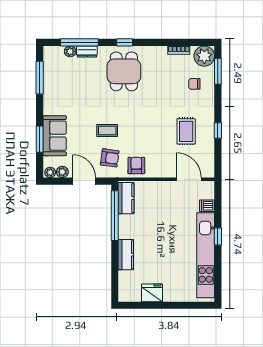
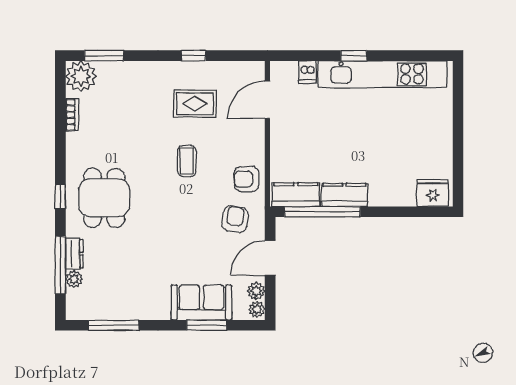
dining table: (124, 71) -> (104, 198), turned 90
chair: (194, 84) -> (123, 91), removed
coffee table: (107, 130) -> (187, 161), moved
kitchen counter: (126, 255) -> (344, 195), moved
fridge: (152, 293) -> (433, 193), moved, turned 90

